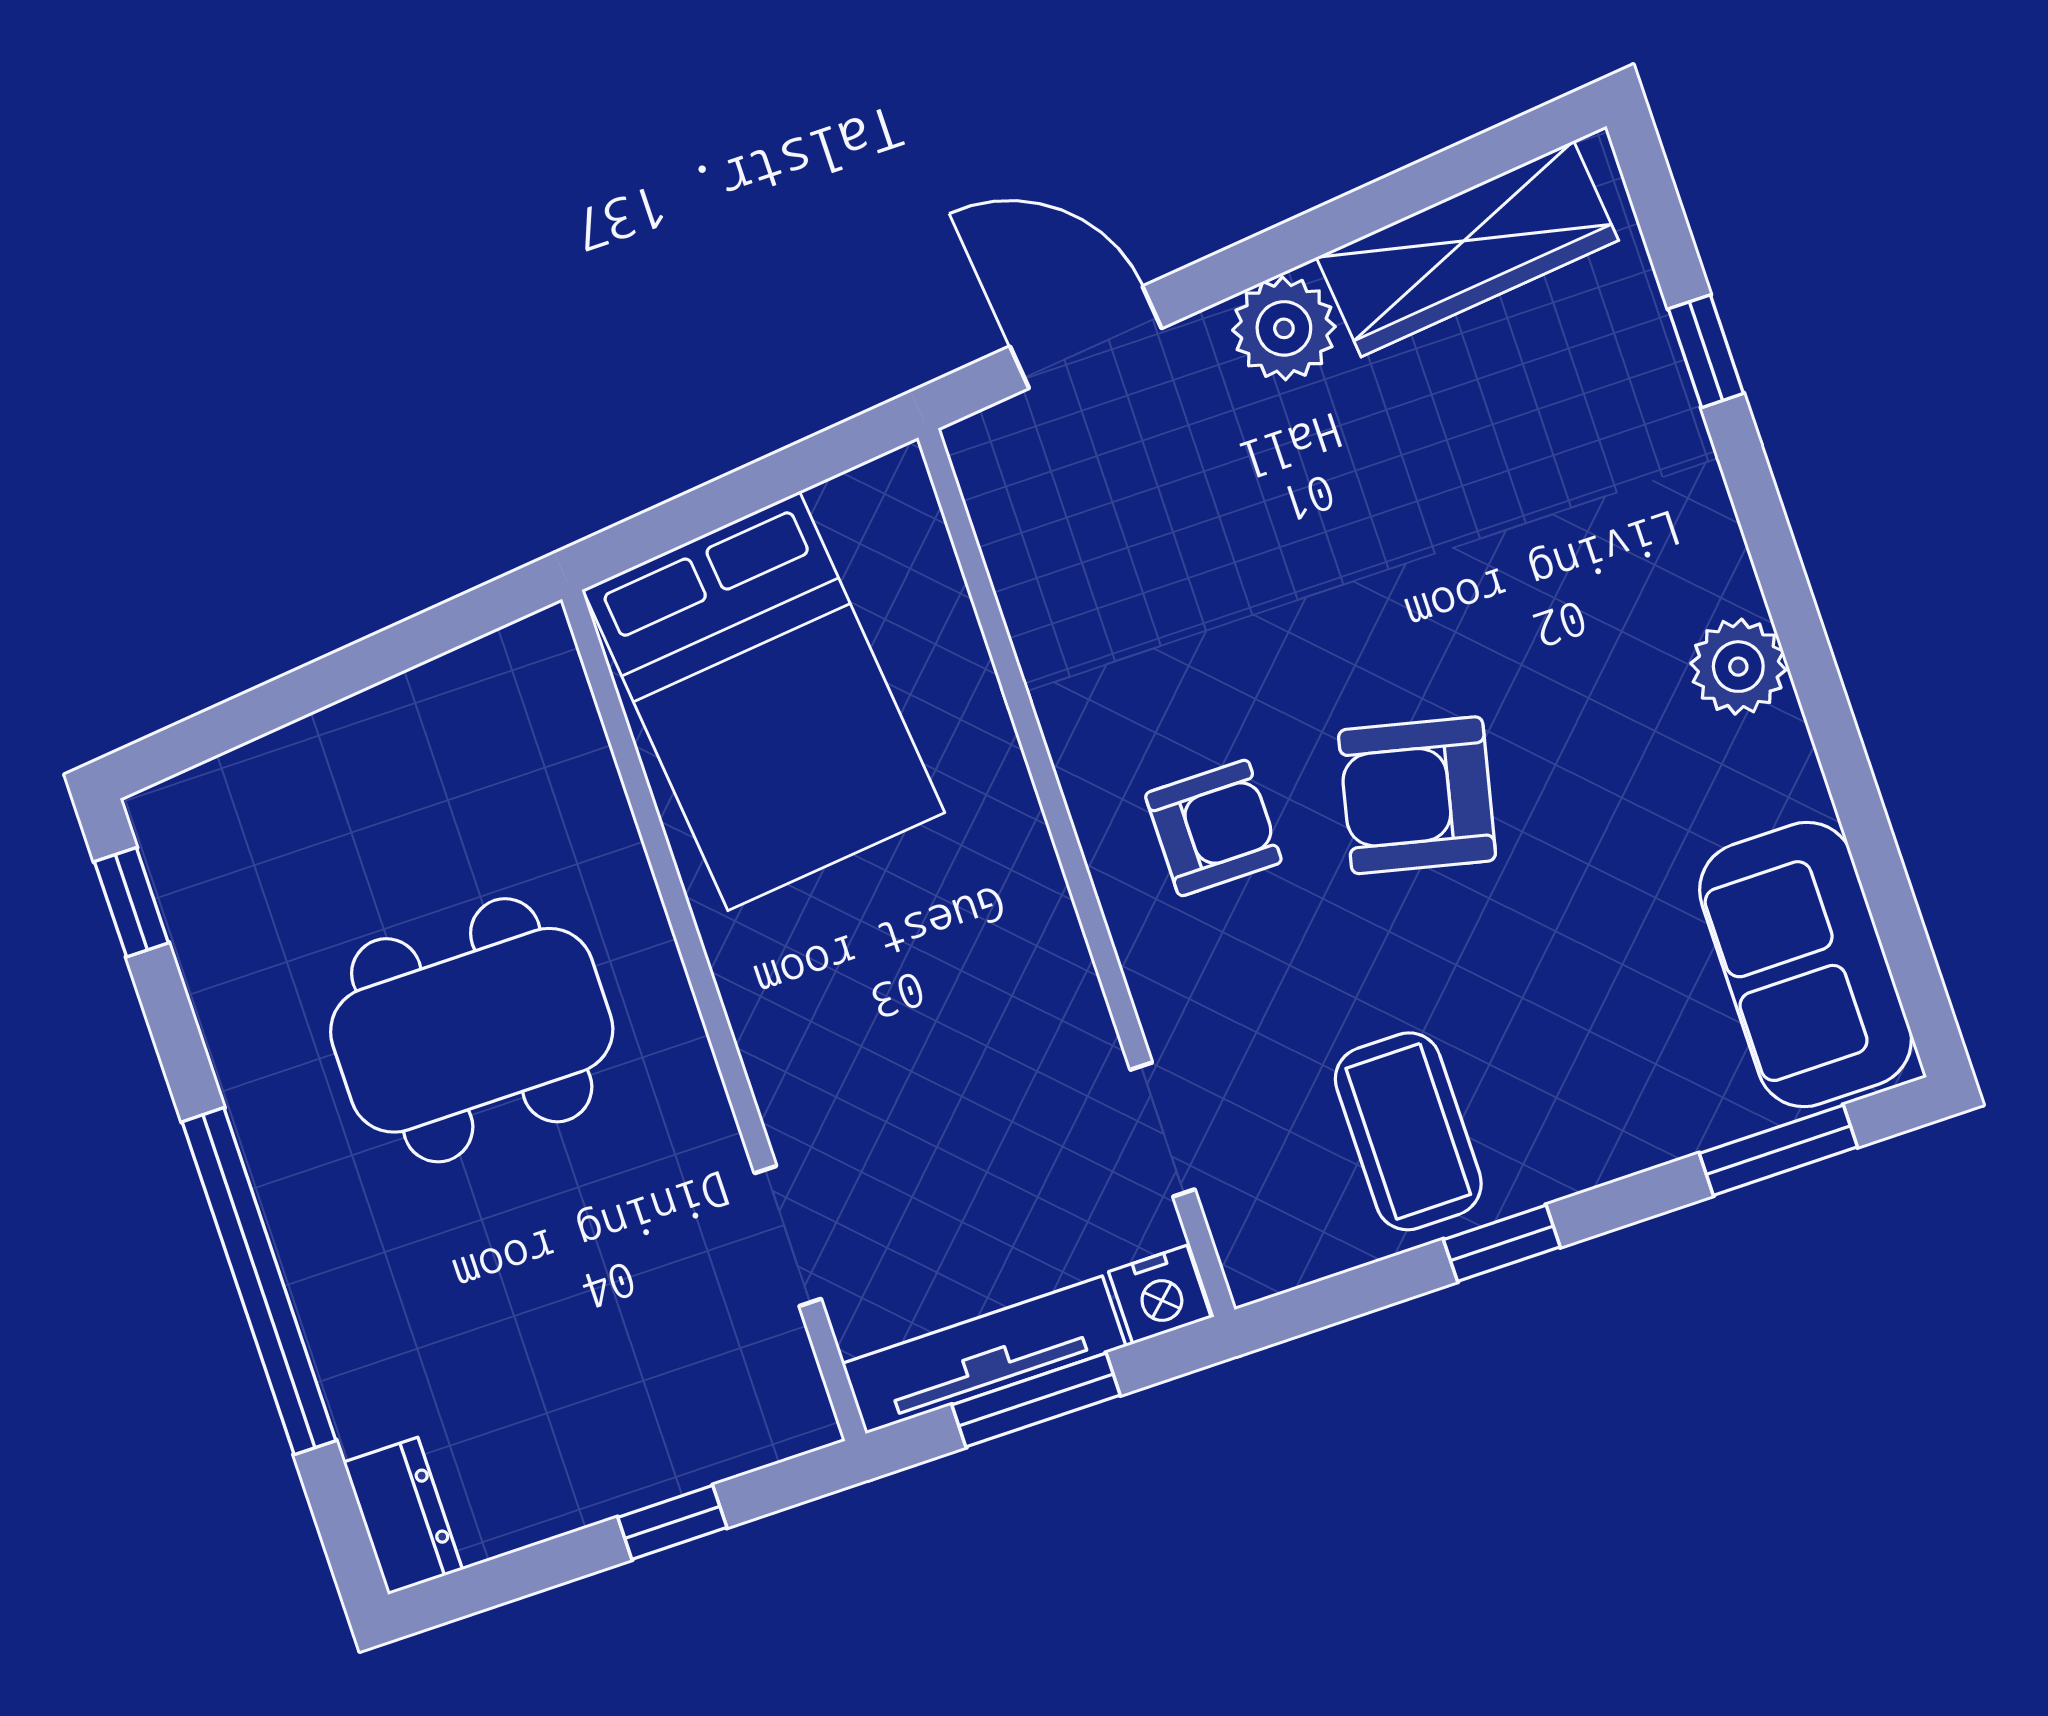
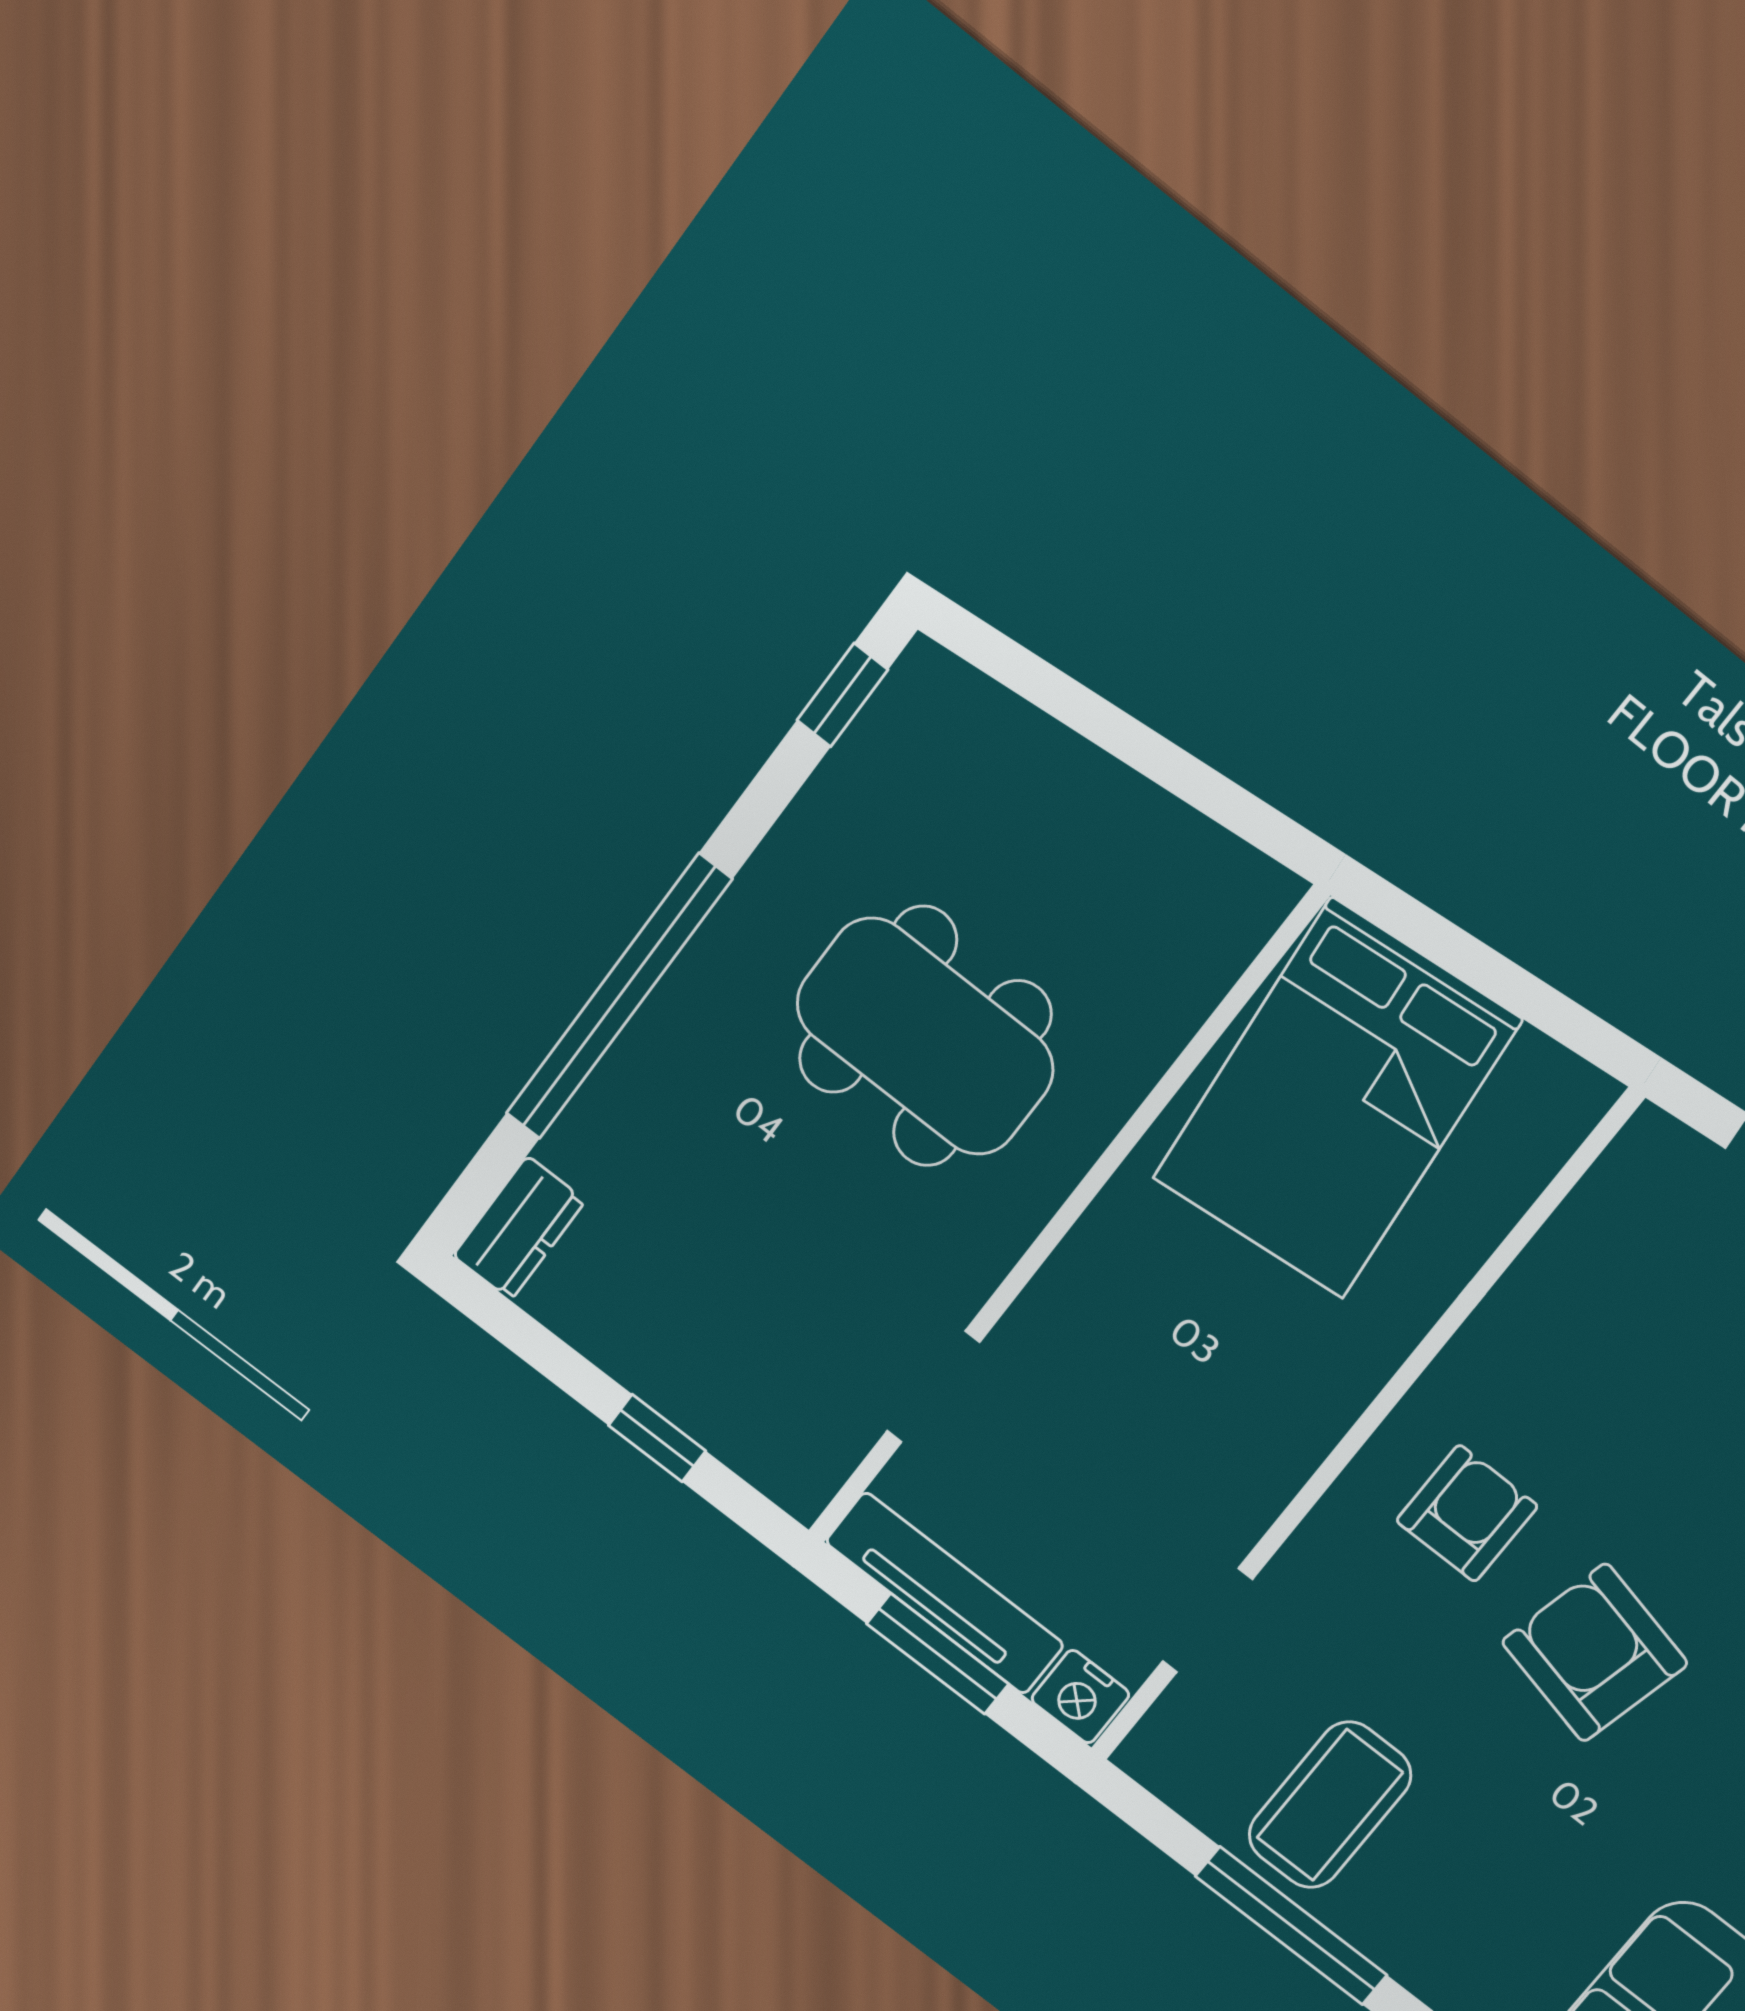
armchair: (1213, 828) -> (1467, 1513), turned -90
window: (1502, 1243) -> (1291, 1926), width x2.17

